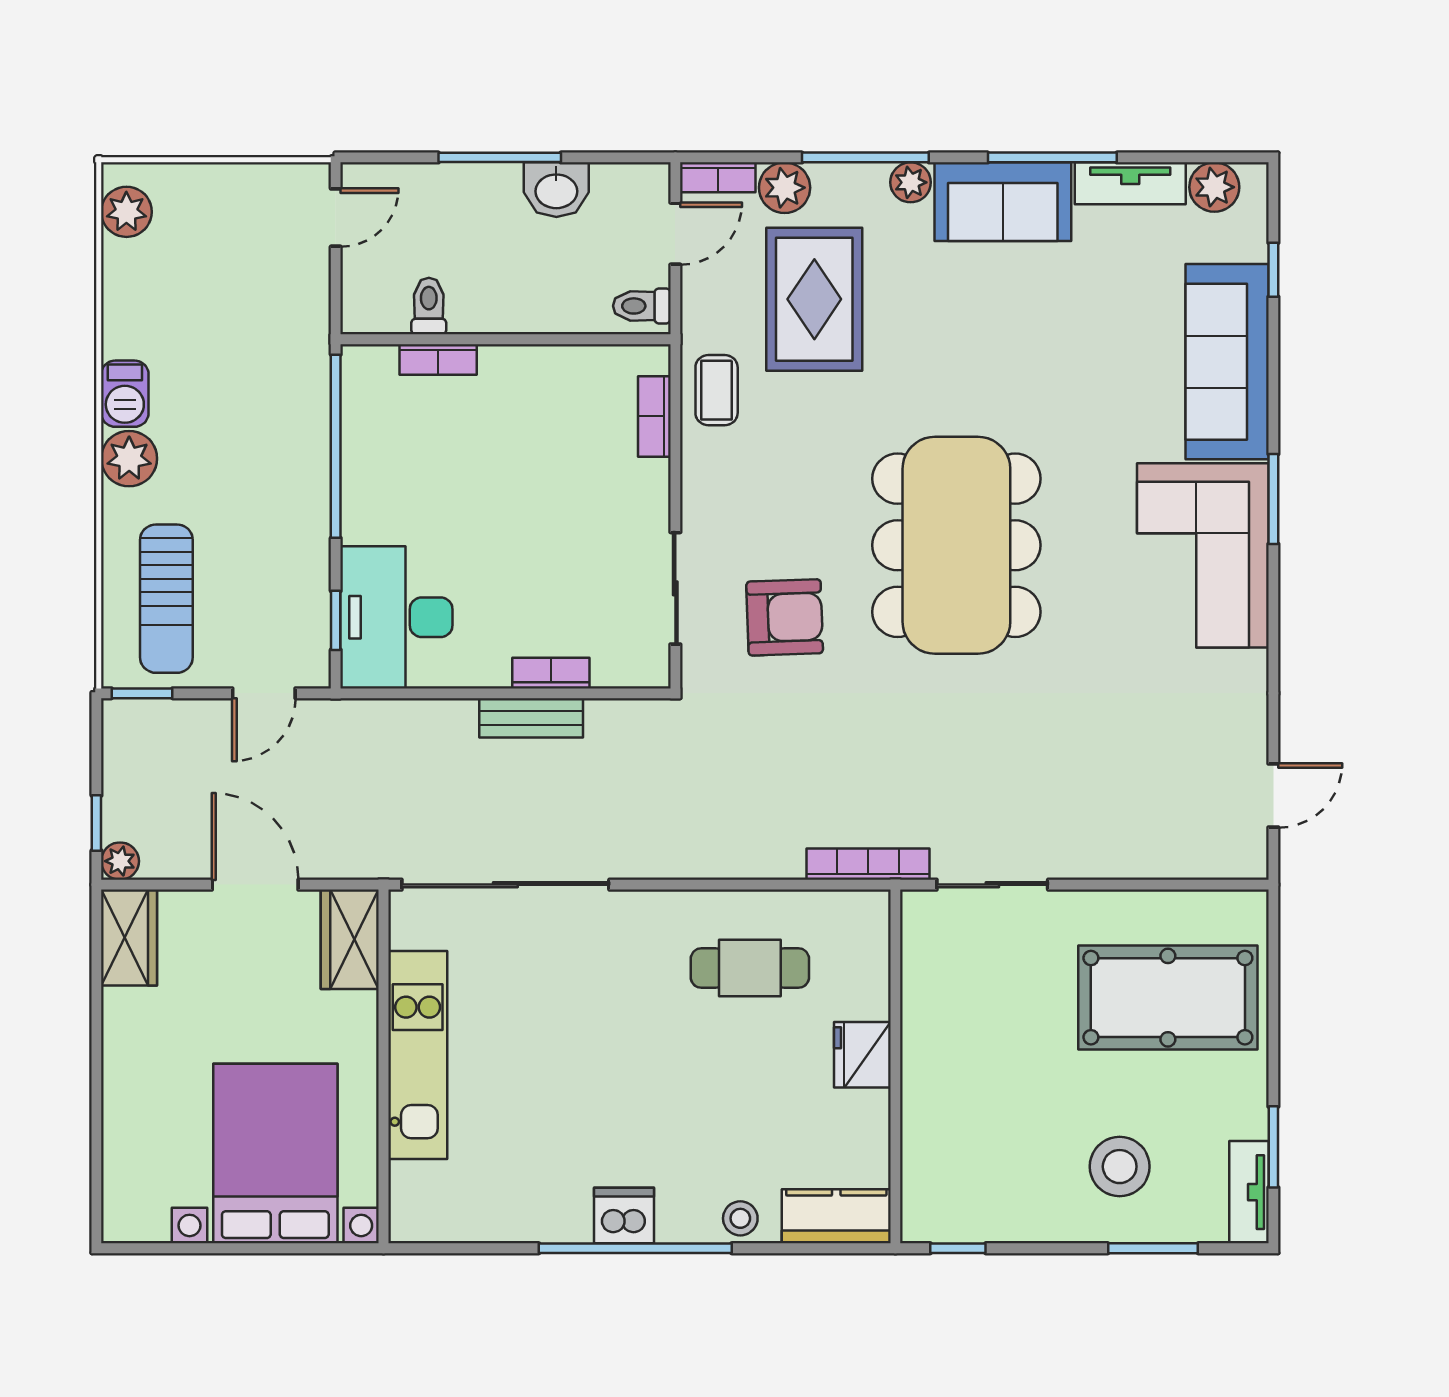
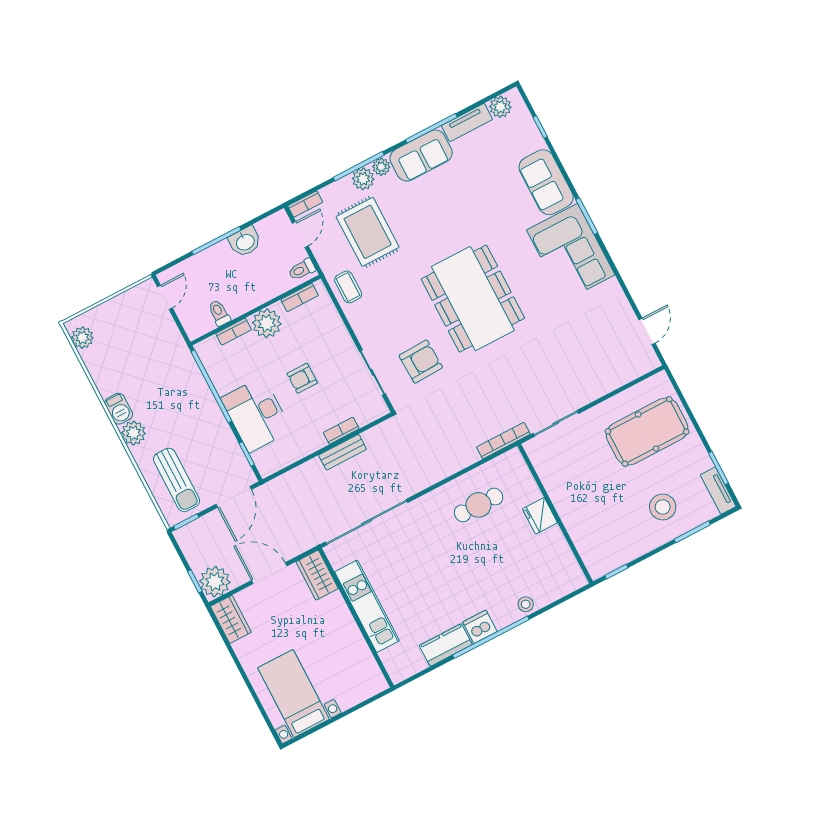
plant: (785, 188) -> (363, 179), moved
sofa: (1227, 362) -> (546, 182), width x0.73
plant: (514, 377) -> (267, 323), added
bookcase: (654, 416) -> (300, 298), moved, turned -90
armchair: (528, 526) -> (302, 378), added
desk: (396, 617) -> (256, 414), moved
door: (264, 693) -> (234, 497), width x1.38
plant: (120, 861) -> (215, 582), width x1.88, depth x1.88
bed with nightstands: (275, 1154) -> (294, 694), moved, width x0.73
kitchen counter: (836, 1216) -> (446, 645), moved

